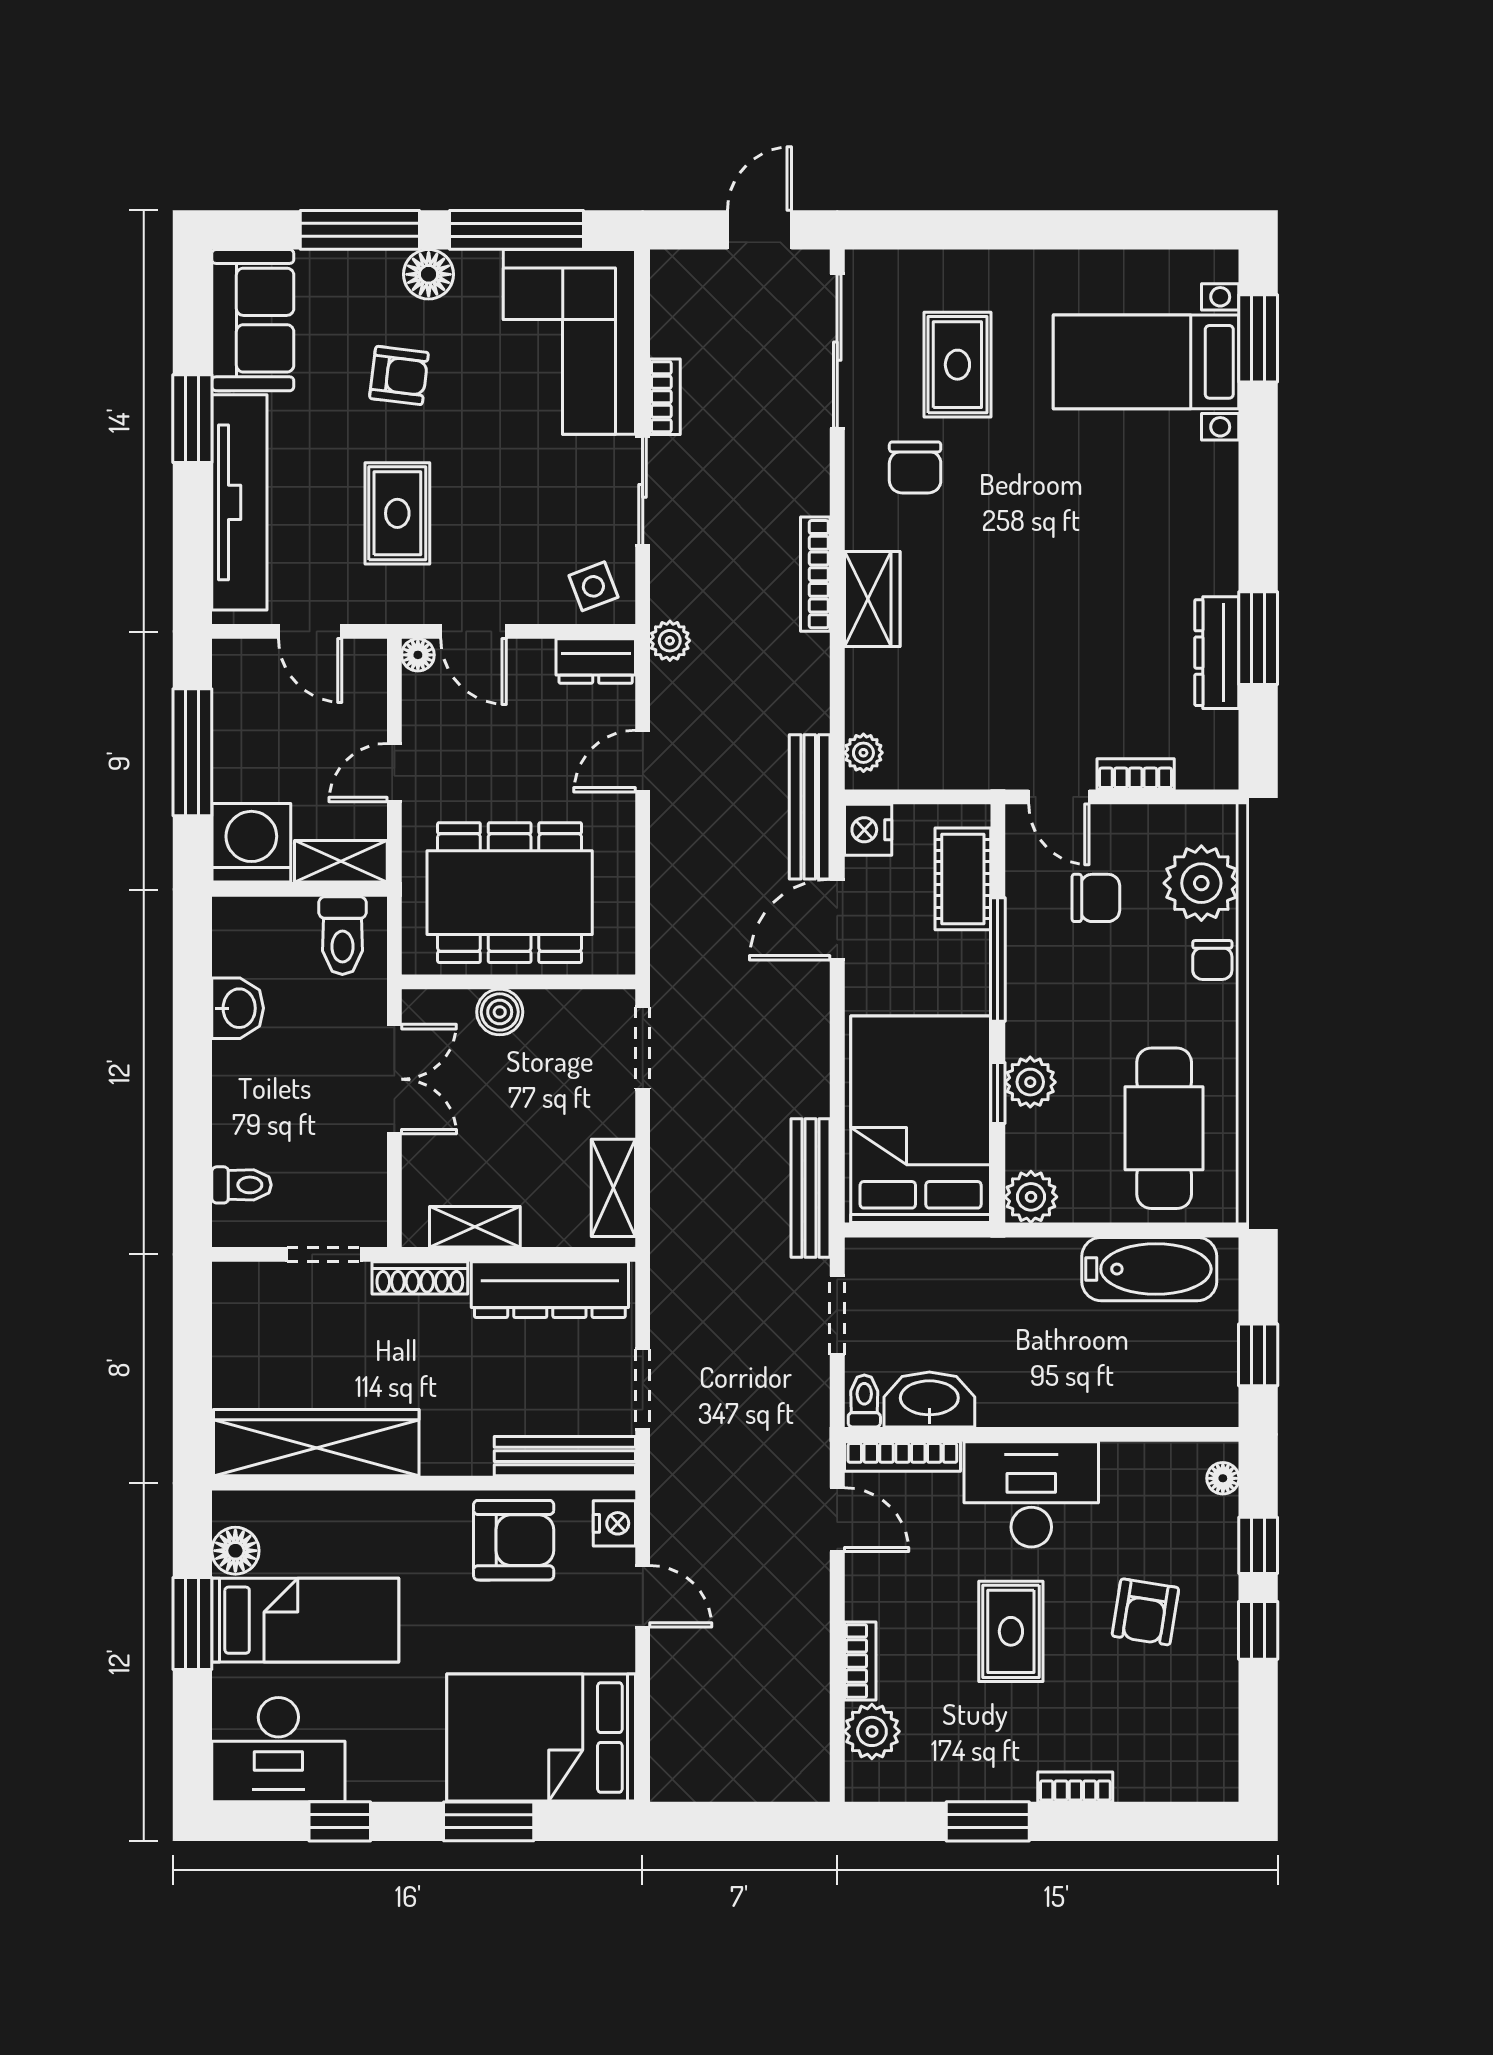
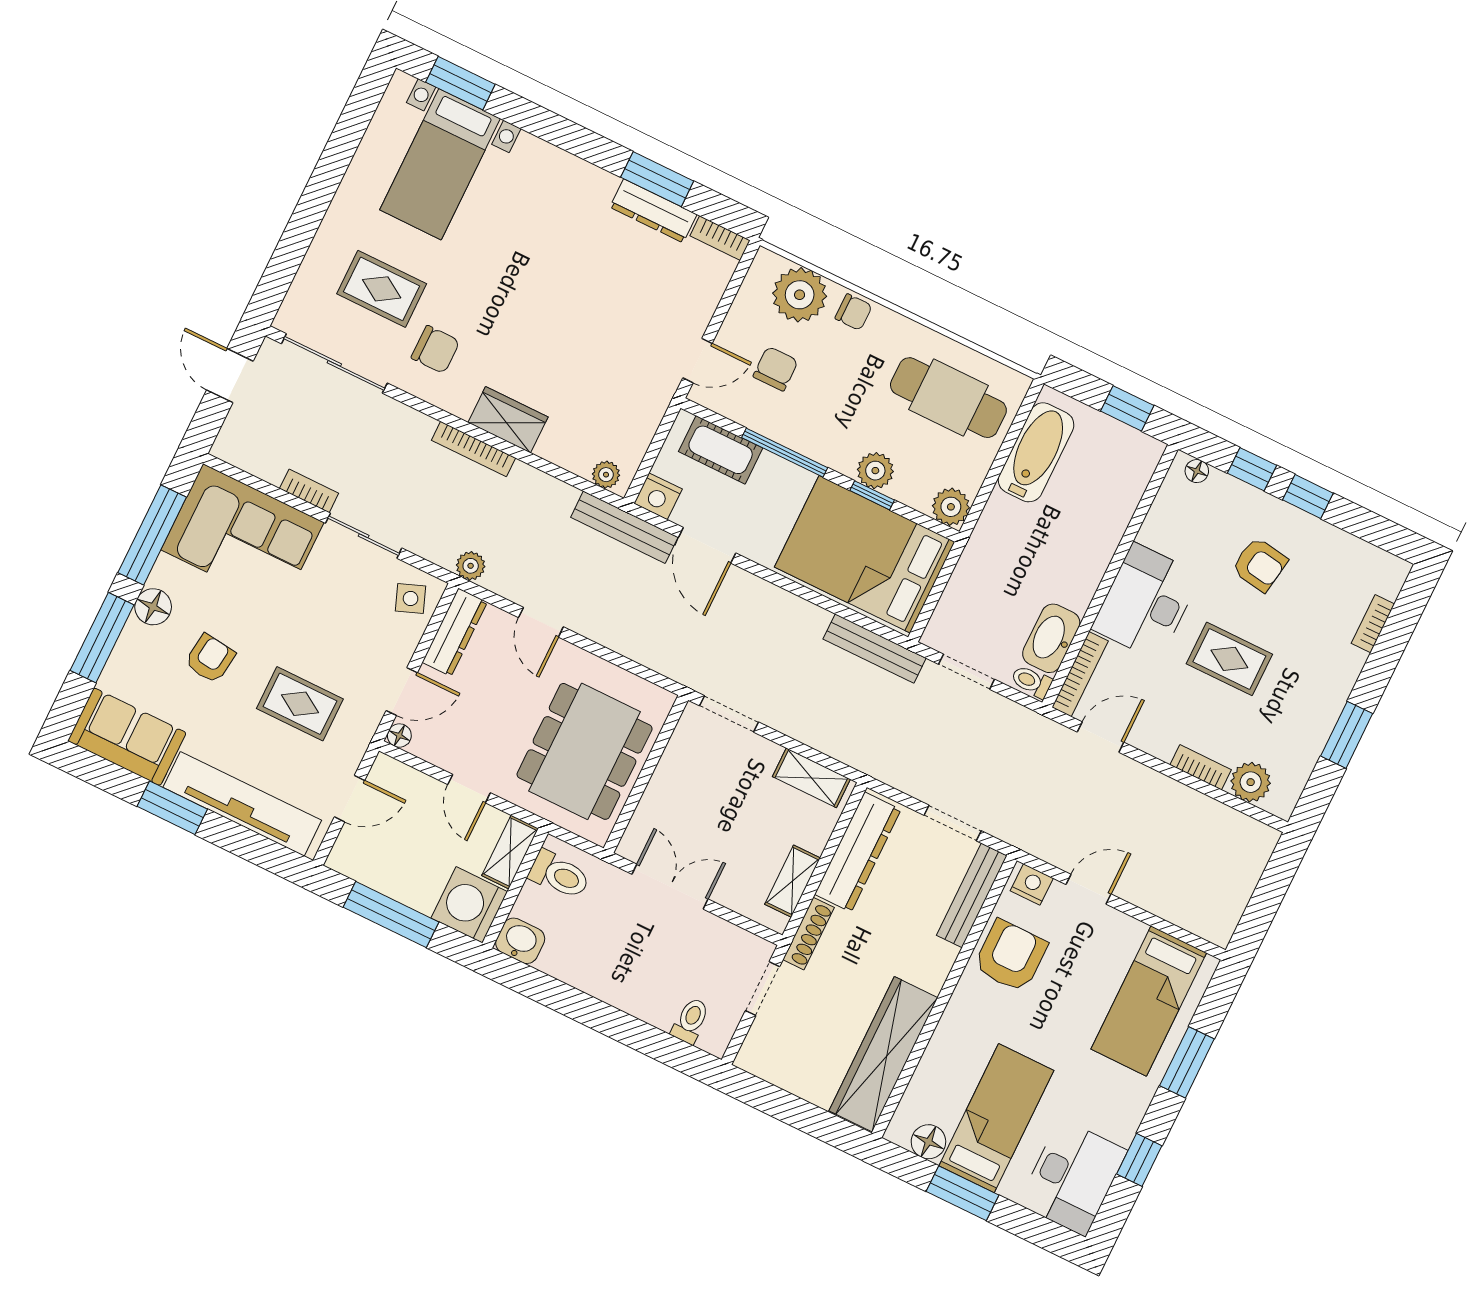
dresser: (596, 661) -> (455, 632), width x1.44
bookcase: (1136, 774) -> (720, 238), moved, turned -90
washbasin: (238, 1008) -> (520, 941), moved
boiler: (500, 1012) -> (660, 796), removed
bed: (541, 1737) -> (1149, 1001), width x0.67
bookcase: (1075, 1787) -> (1373, 624), moved

